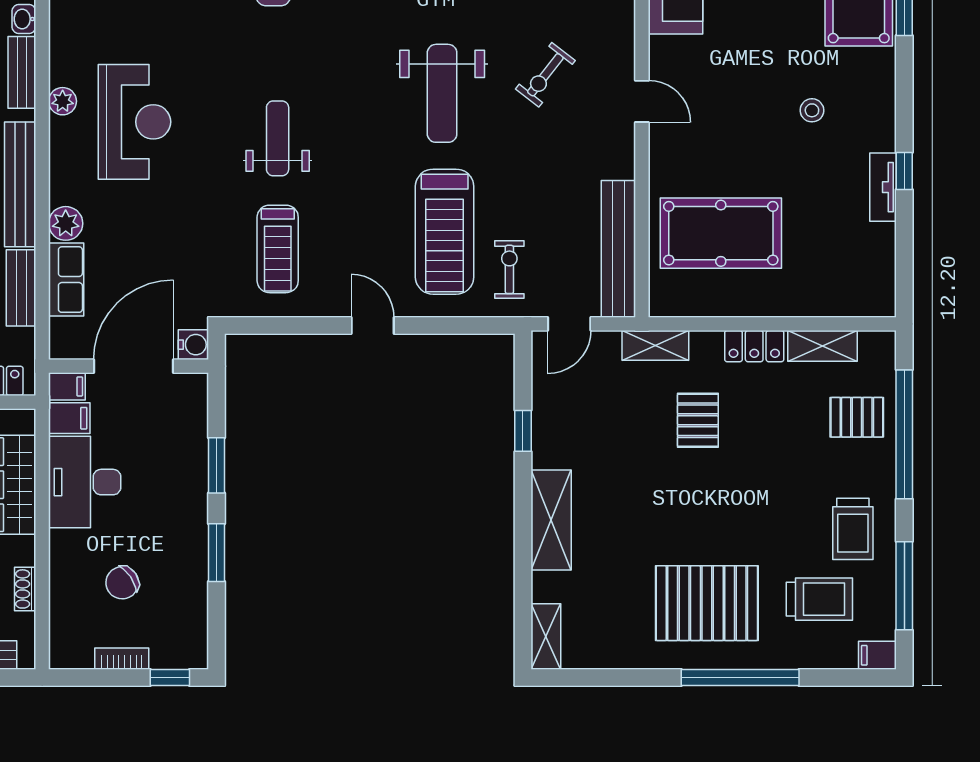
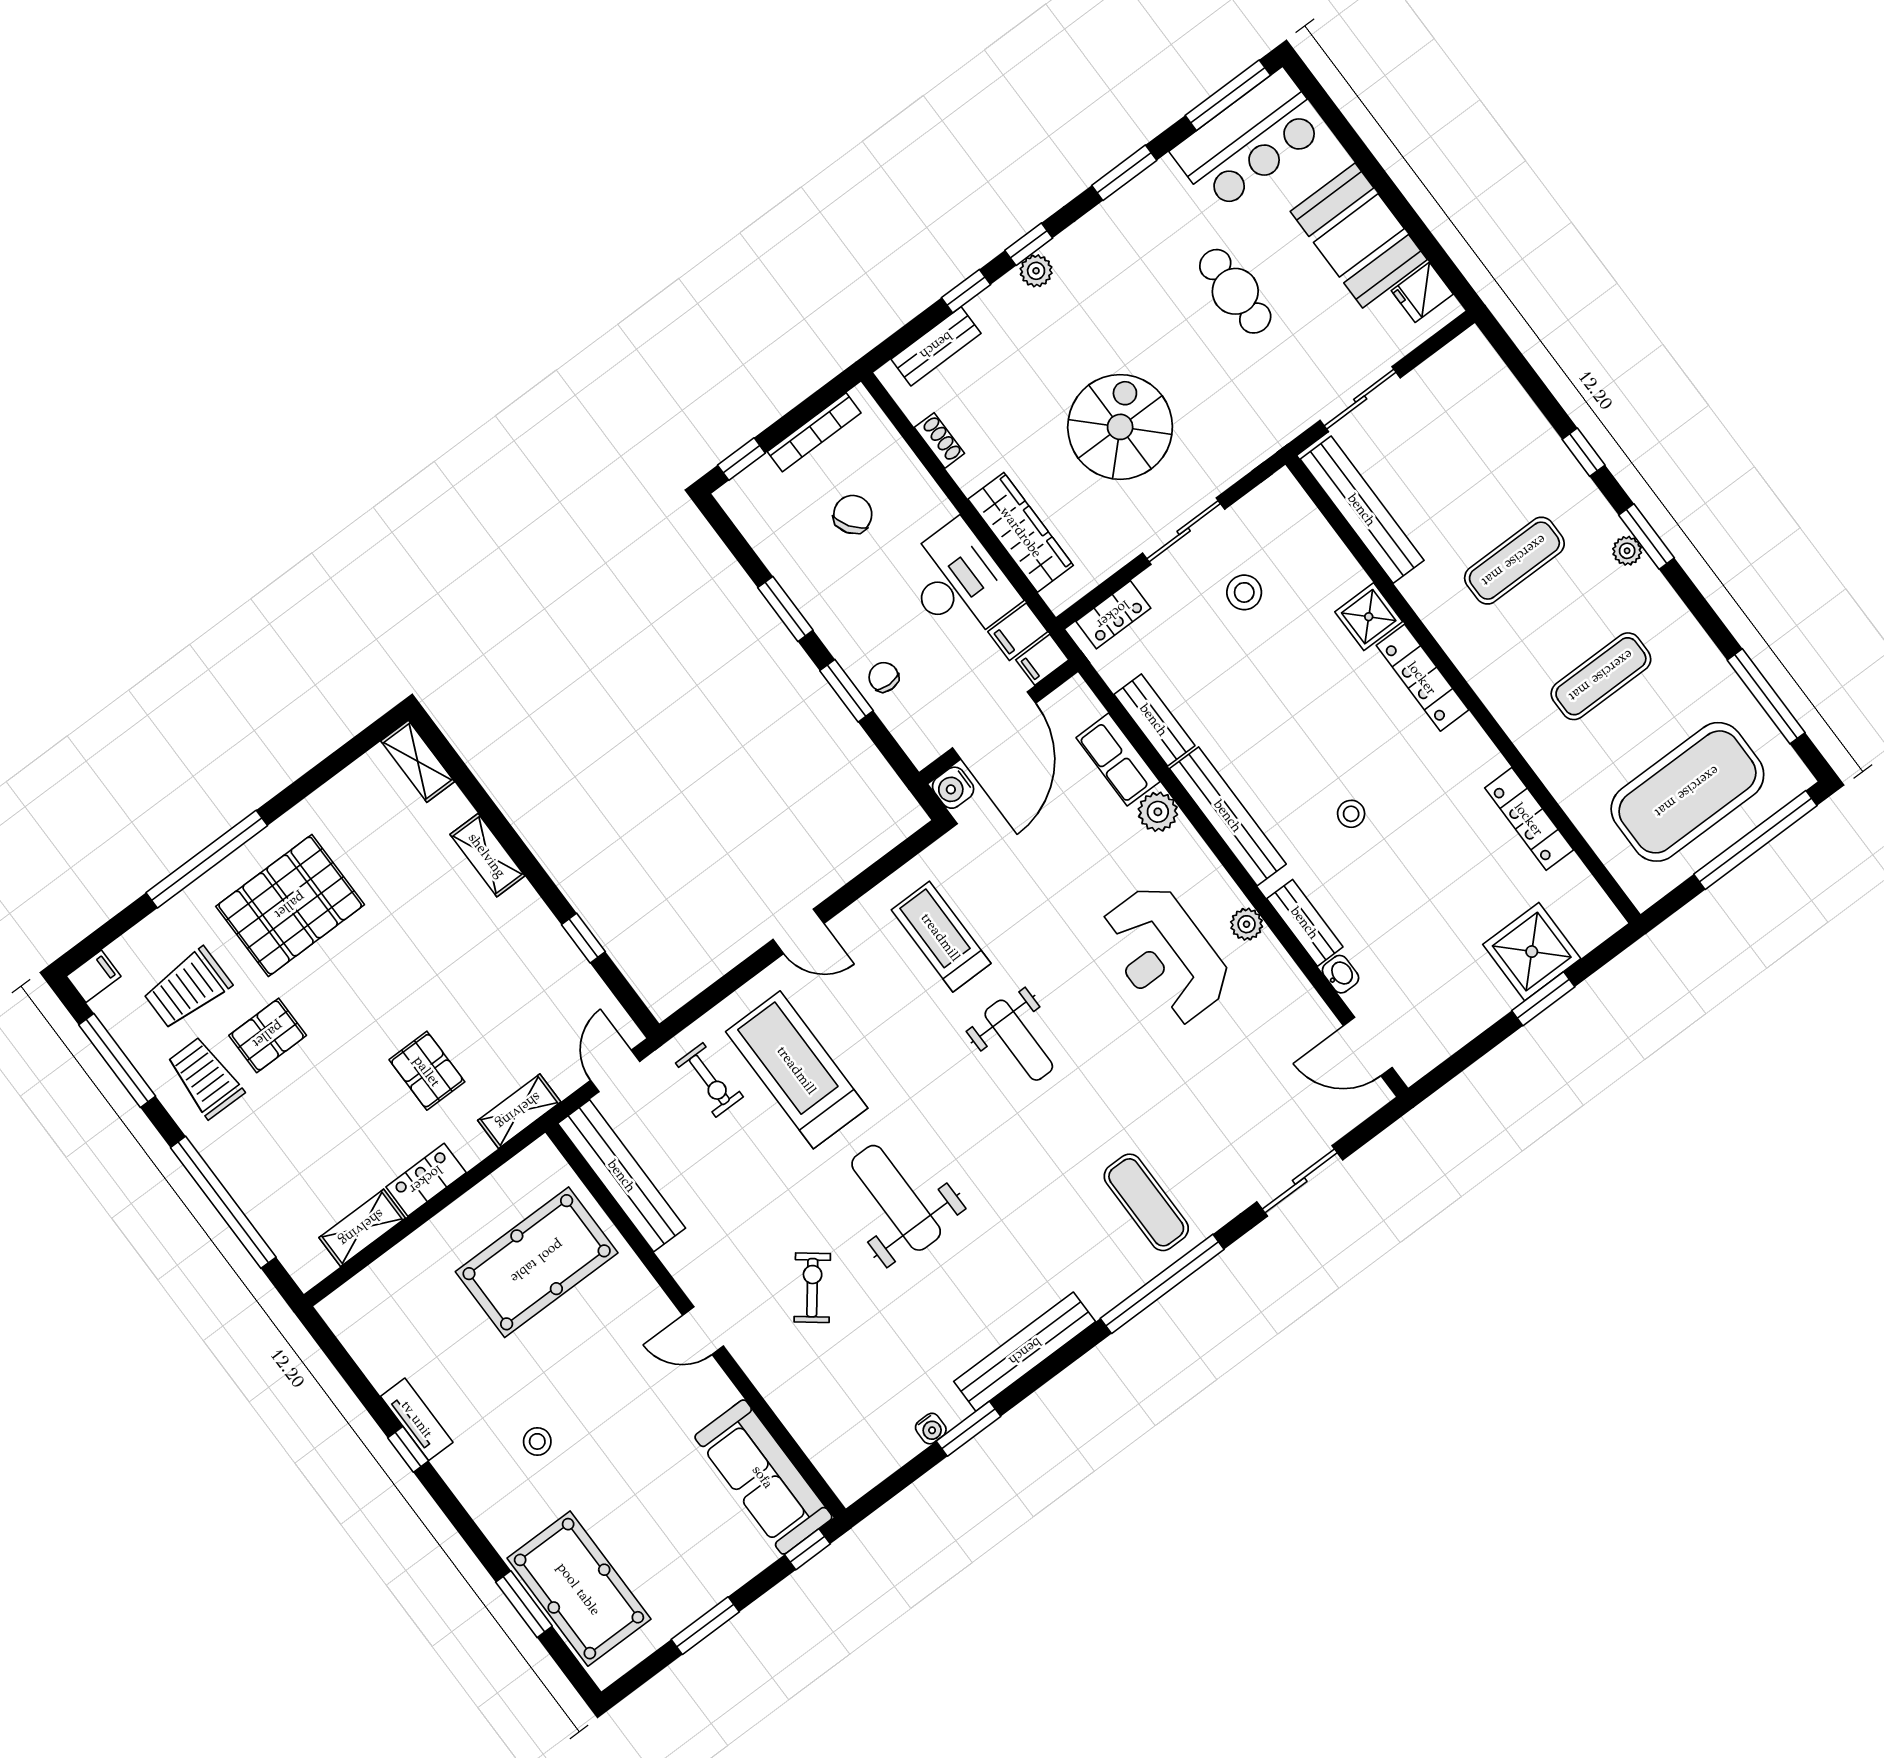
pallet: (857, 417) -> (268, 1035), moved
chair: (184, 456) -> (884, 677), added
shelving: (551, 520) -> (487, 855), width x0.67, depth x0.75
bookcase: (122, 659) -> (814, 432), width x1.56

